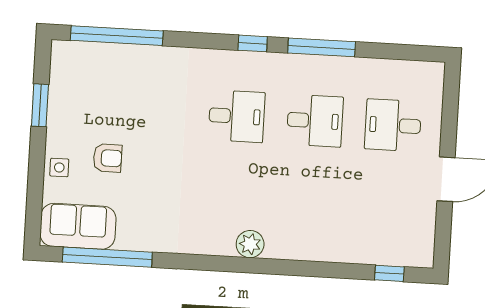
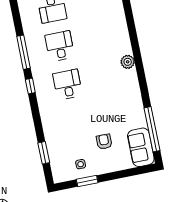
window: (117, 36) -> (44, 153), width x0.47
side table: (59, 167) -> (81, 164), moved

